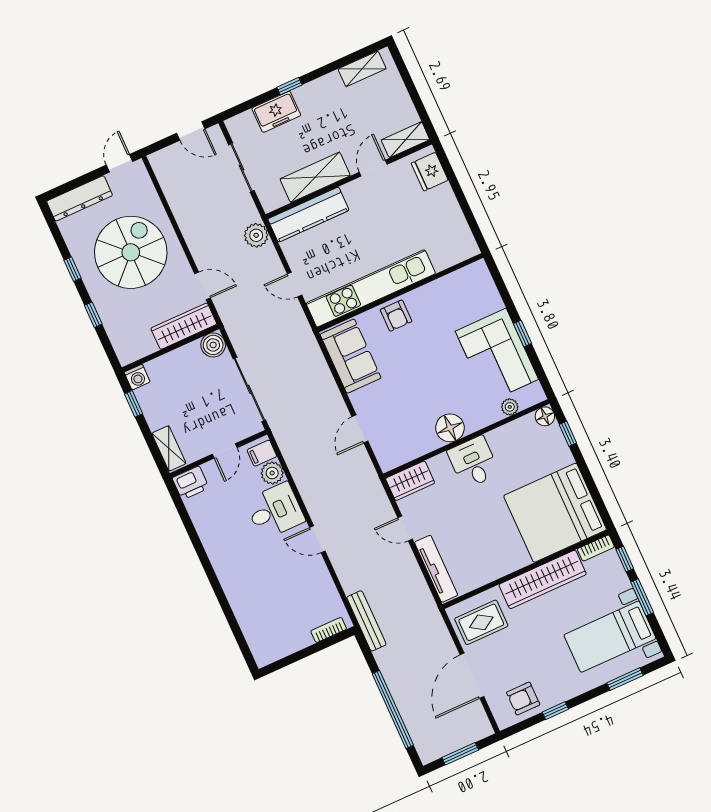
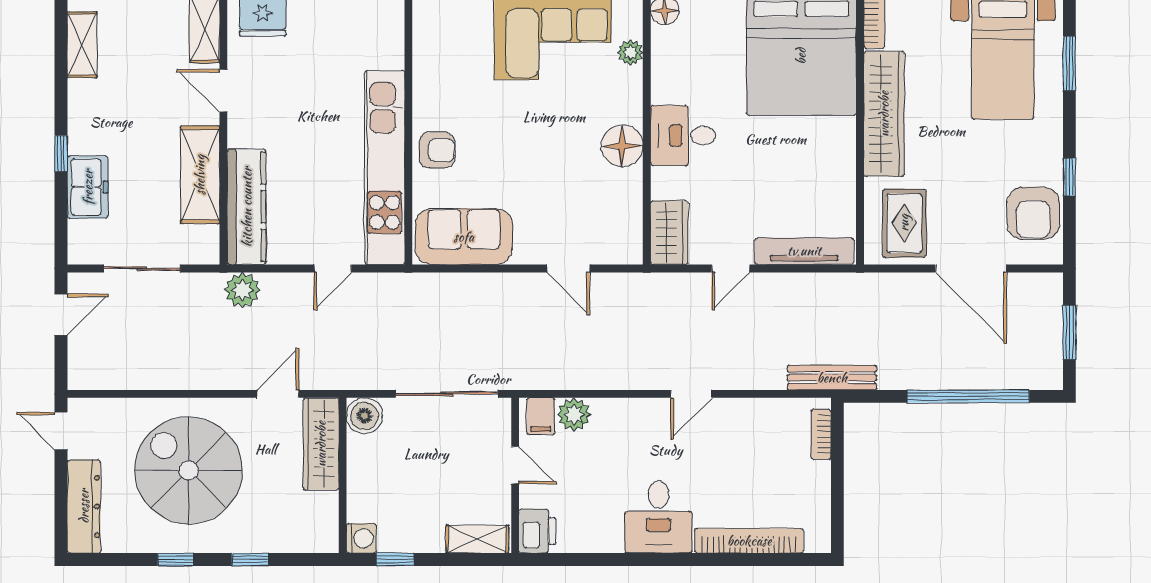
desk: (275, 511) -> (658, 517), moved, turned 180
bookcase: (243, 615) -> (749, 541), added
armchair: (523, 699) -> (1033, 213), width x1.38, depth x1.38

